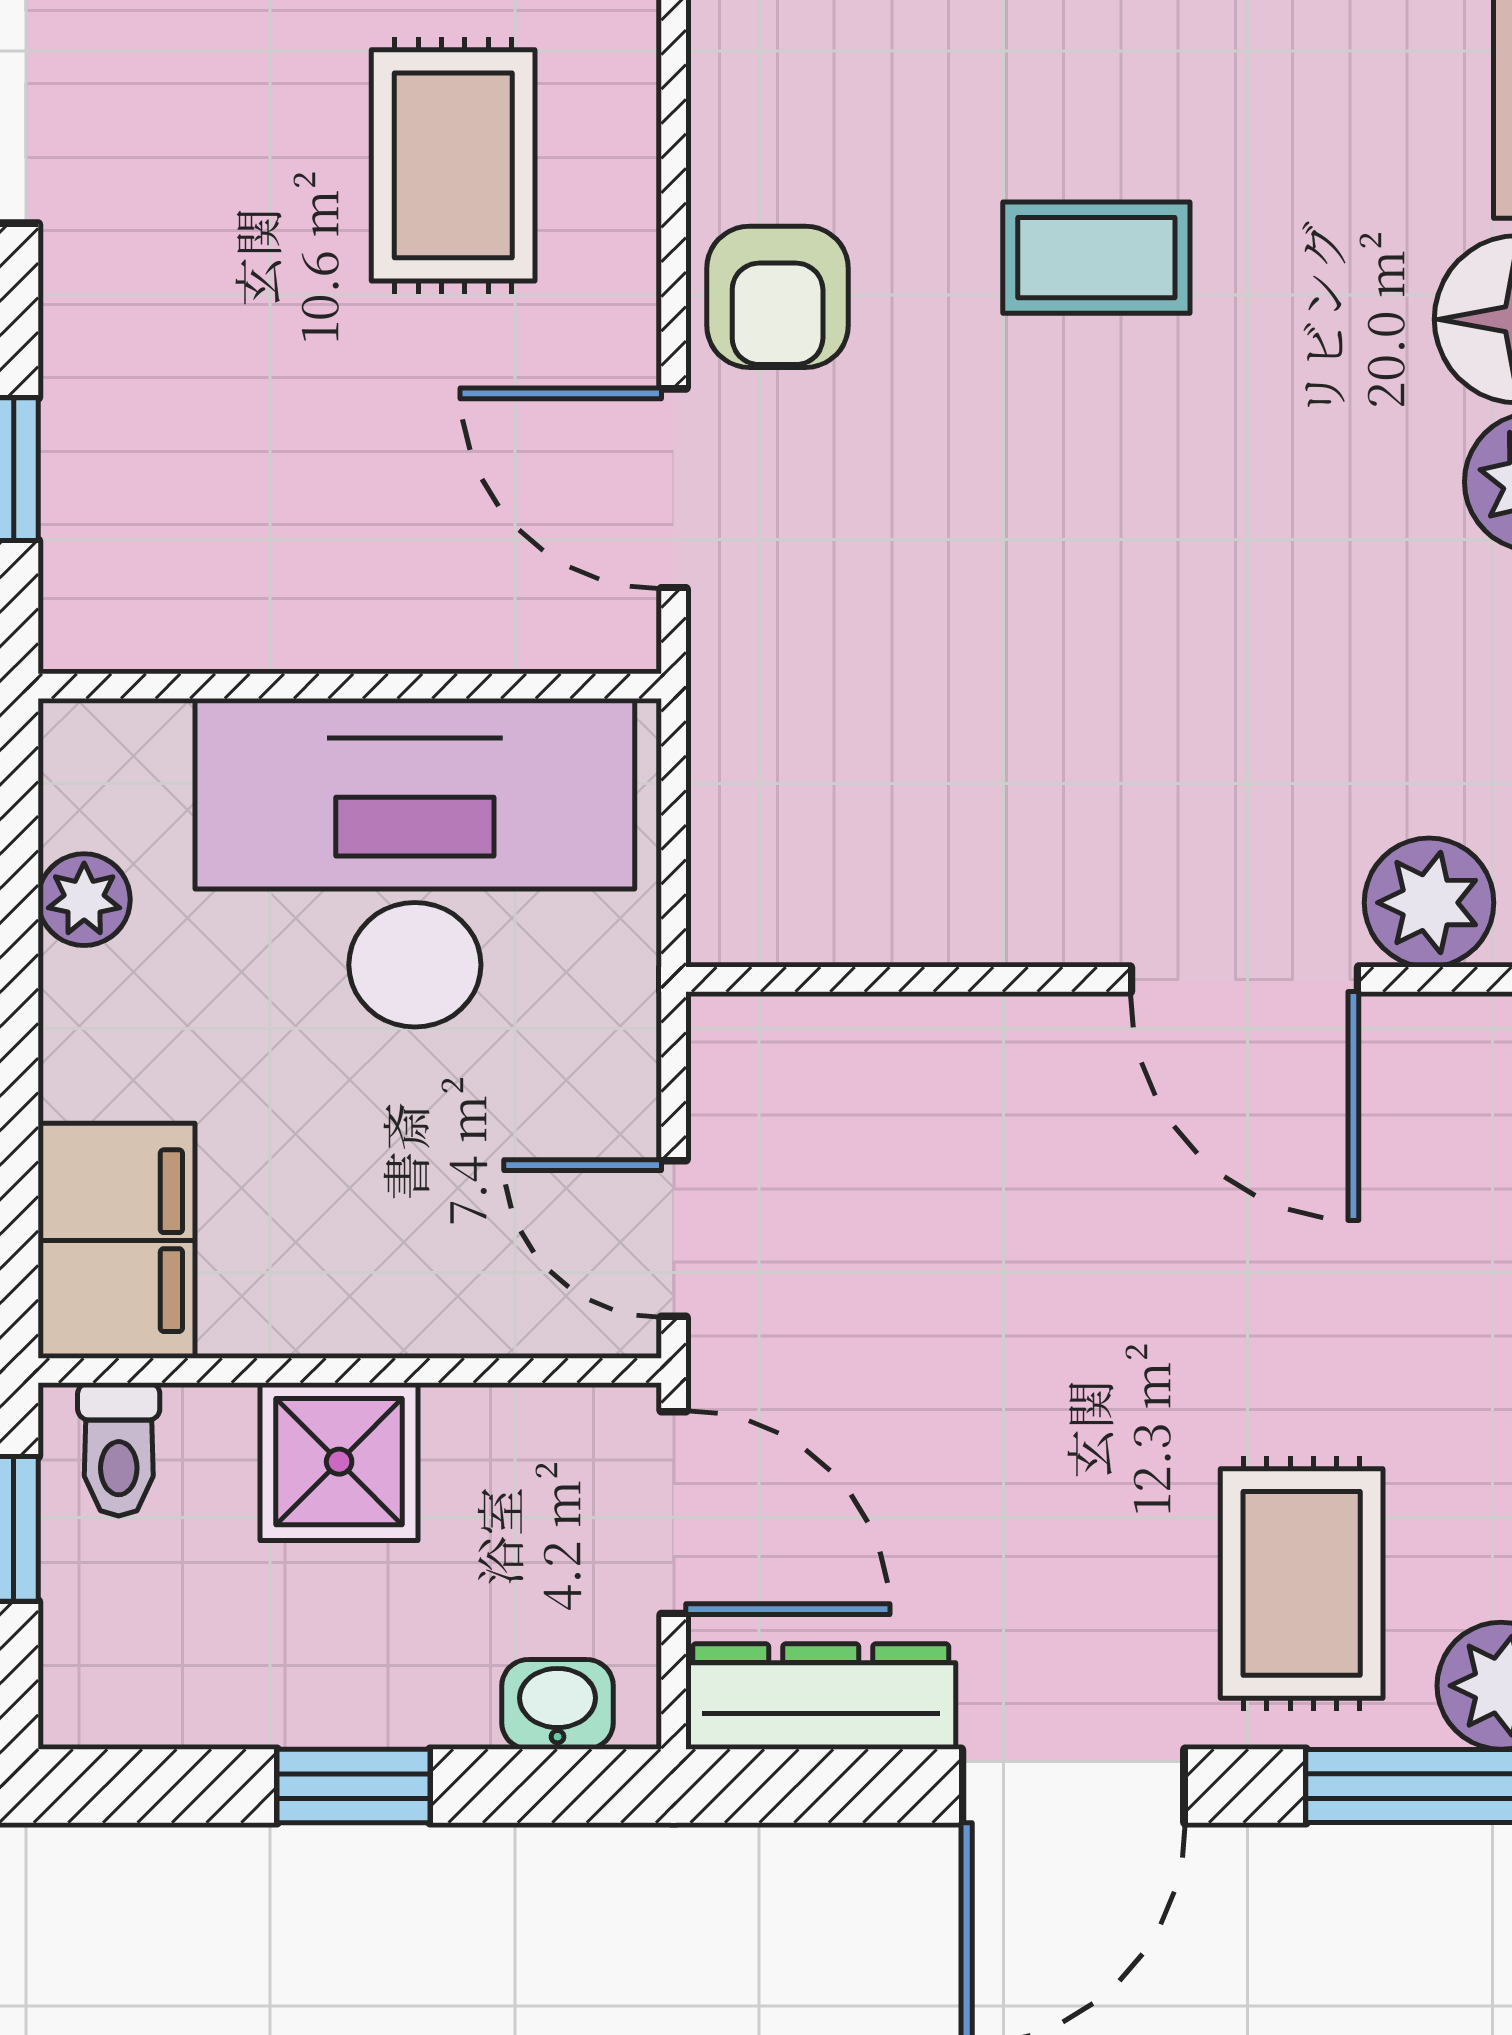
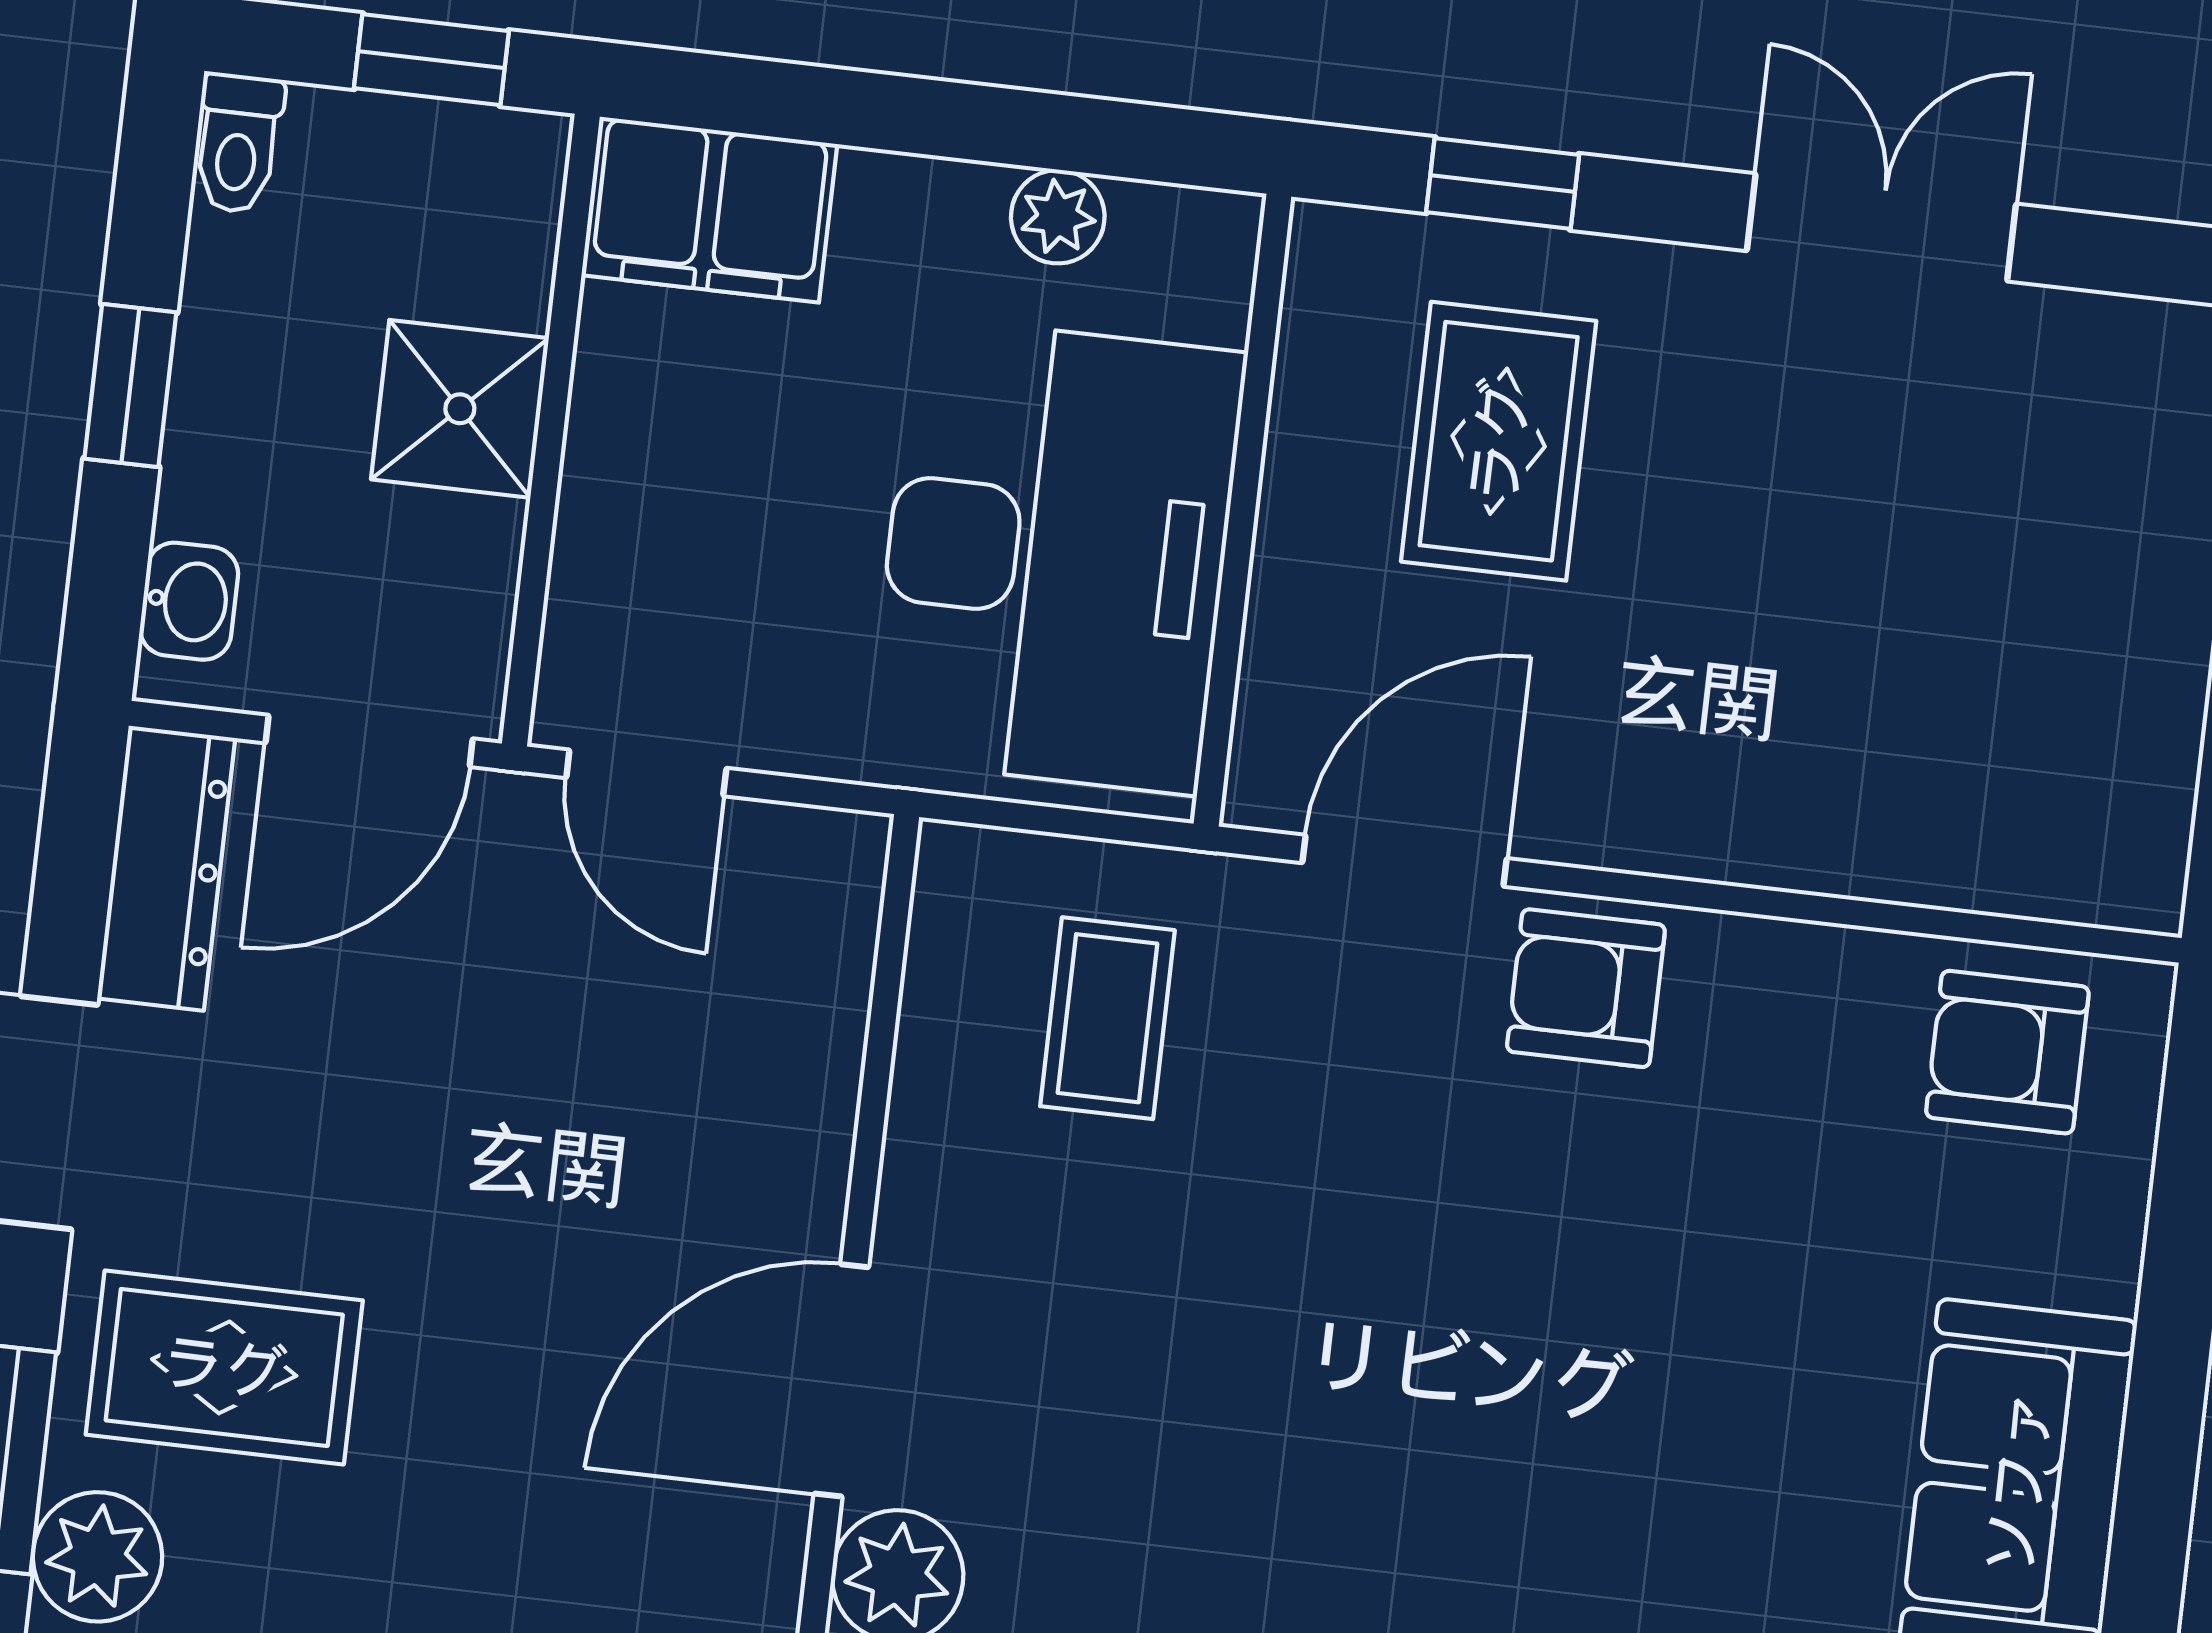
rug: (453, 165) -> (1499, 441), moved, turned 90
coffee table: (1096, 258) -> (1107, 1018), moved
door: (674, 1238) -> (646, 773), swing flipped
toilet: (119, 1449) -> (238, 143), moved, turned -90

